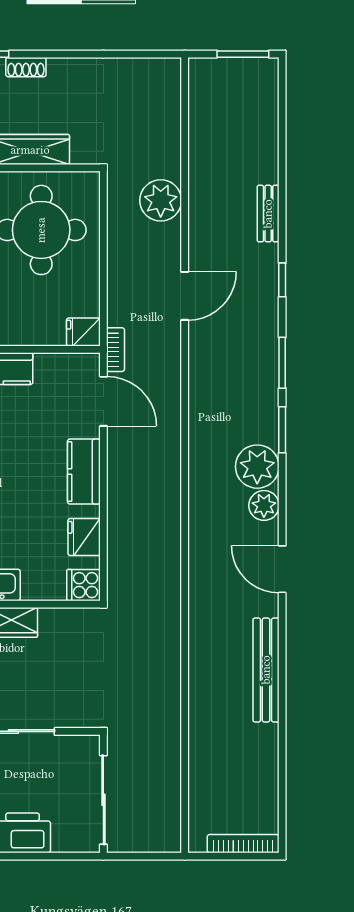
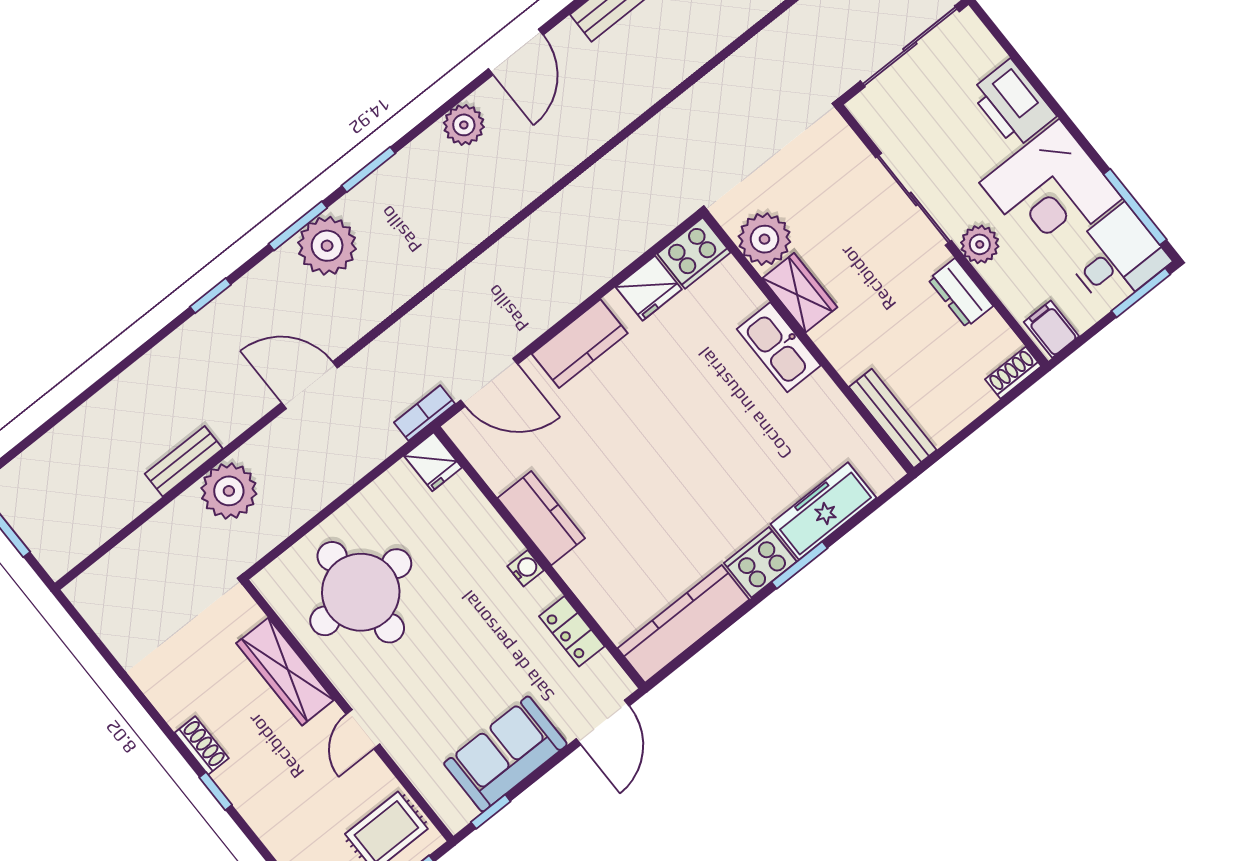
bench: (268, 214) -> (184, 461), moved
door: (103, 401) -> (489, 382), swing flipped
plant: (257, 467) -> (327, 246), moved
cooker: (84, 585) -> (694, 253), width x1.36
plant: (59, 627) -> (764, 239), added

